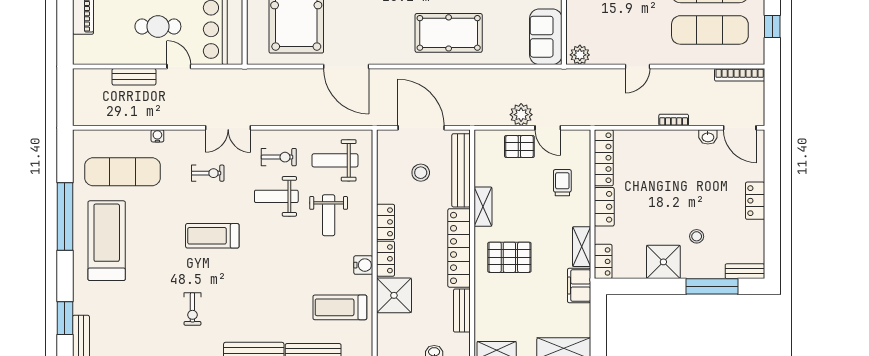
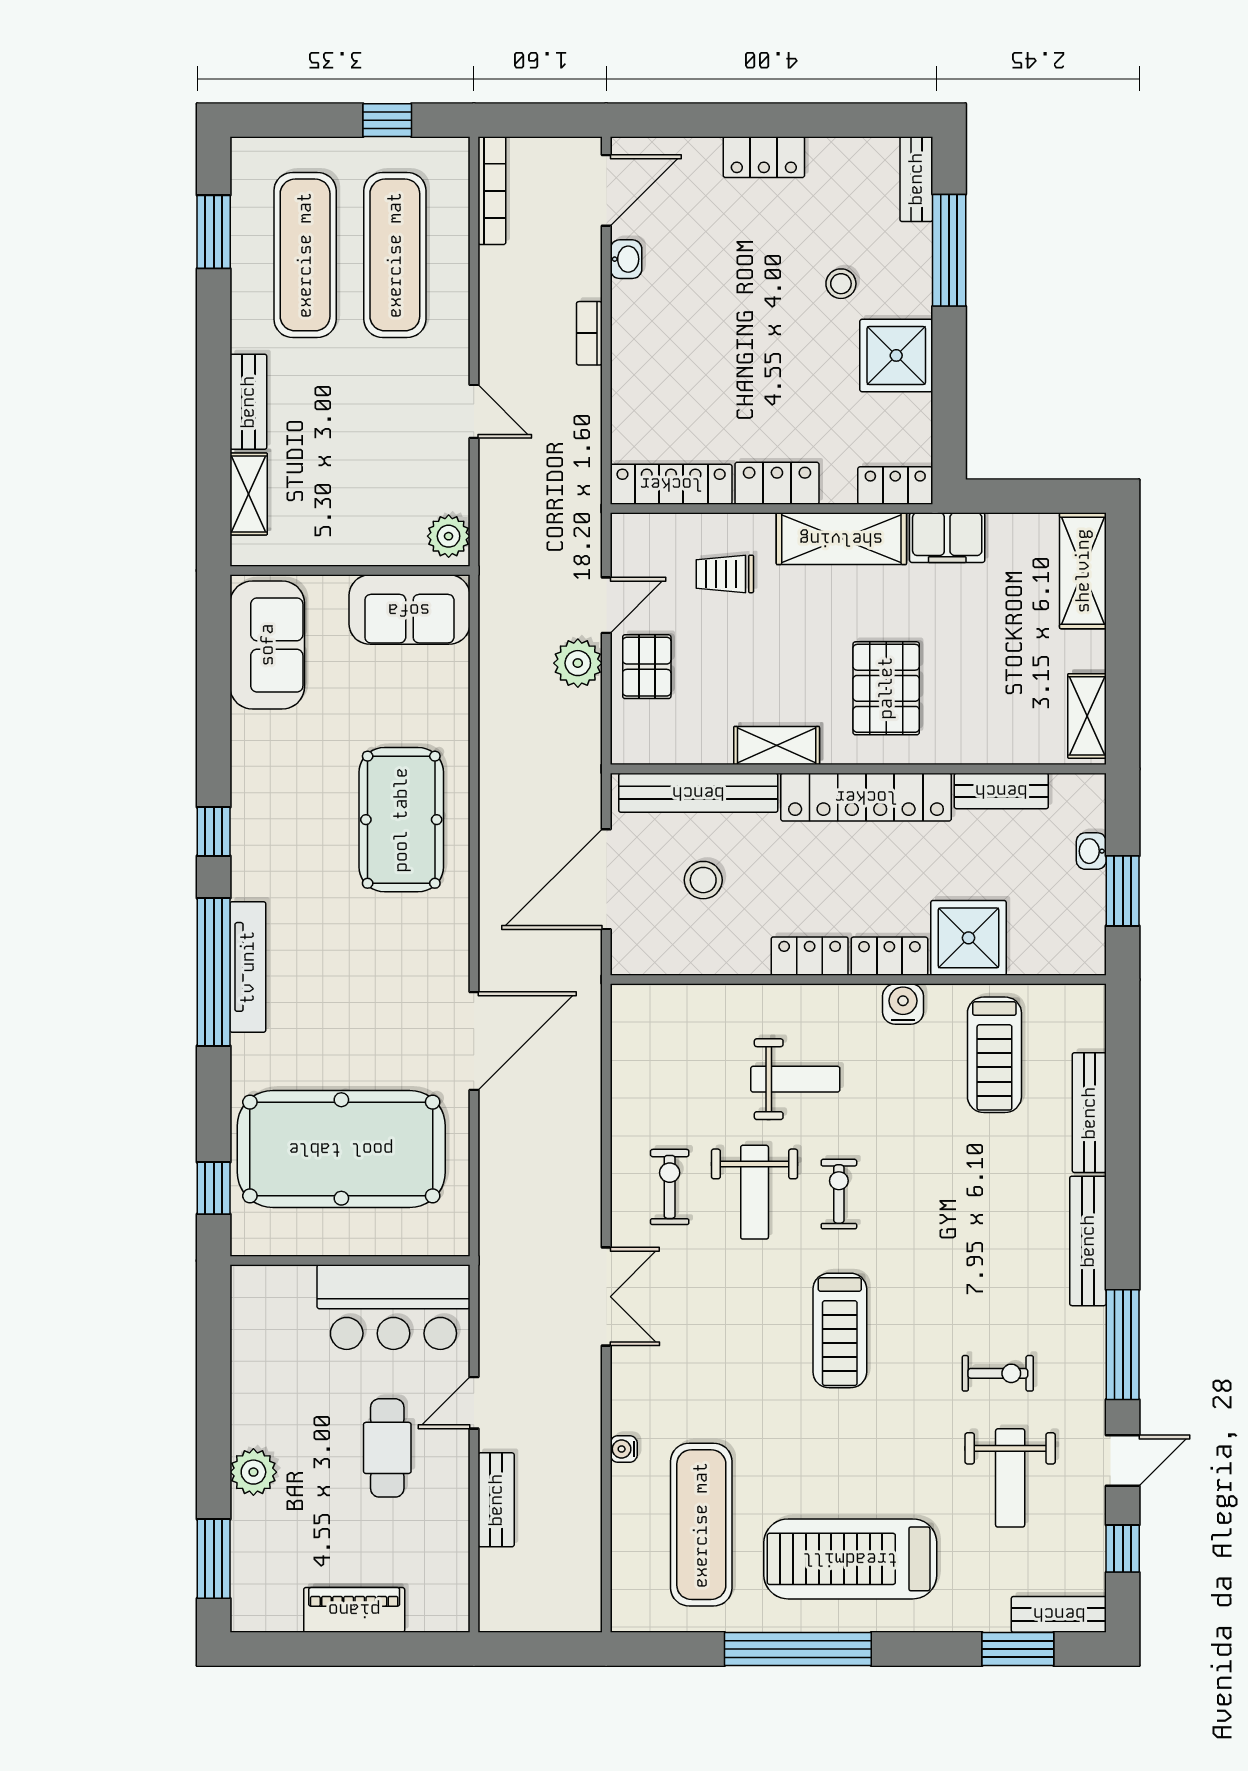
weight bench: (335, 160) -> (1010, 1478), moved
exercise bike: (208, 173) -> (839, 1194), moved
shelving: (582, 247) -> (841, 539), width x1.50, depth x1.33

